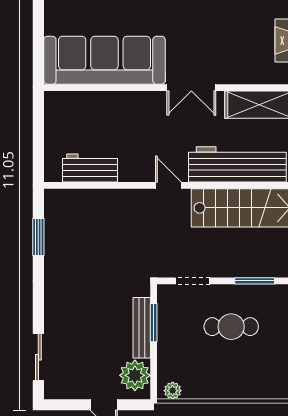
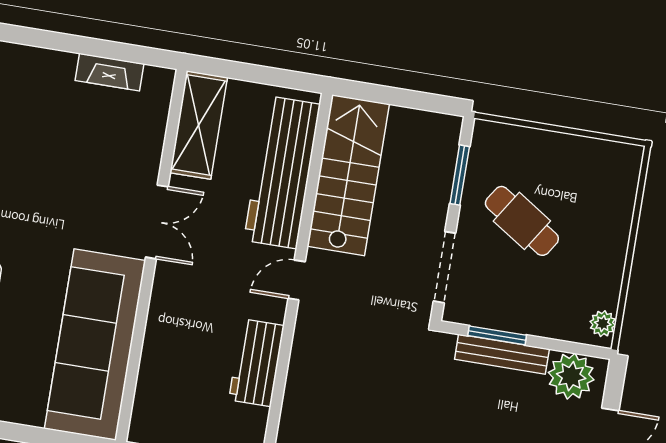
workbench: (90, 168) -> (256, 363), moved
doorway: (193, 281) -> (445, 267), width x1.38
cafe table: (231, 327) -> (522, 221), turned -57

